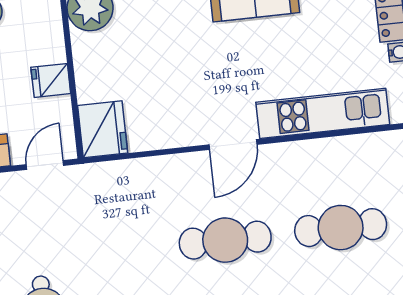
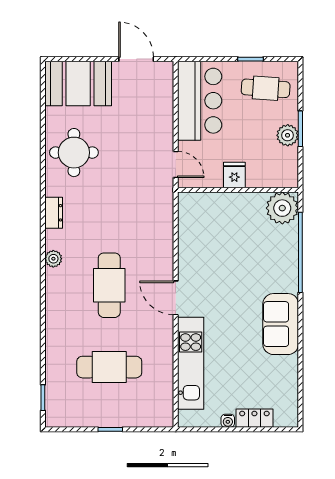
fridge: (103, 129) -> (196, 208), removed
cafe table: (341, 228) -> (109, 367), turned 90

